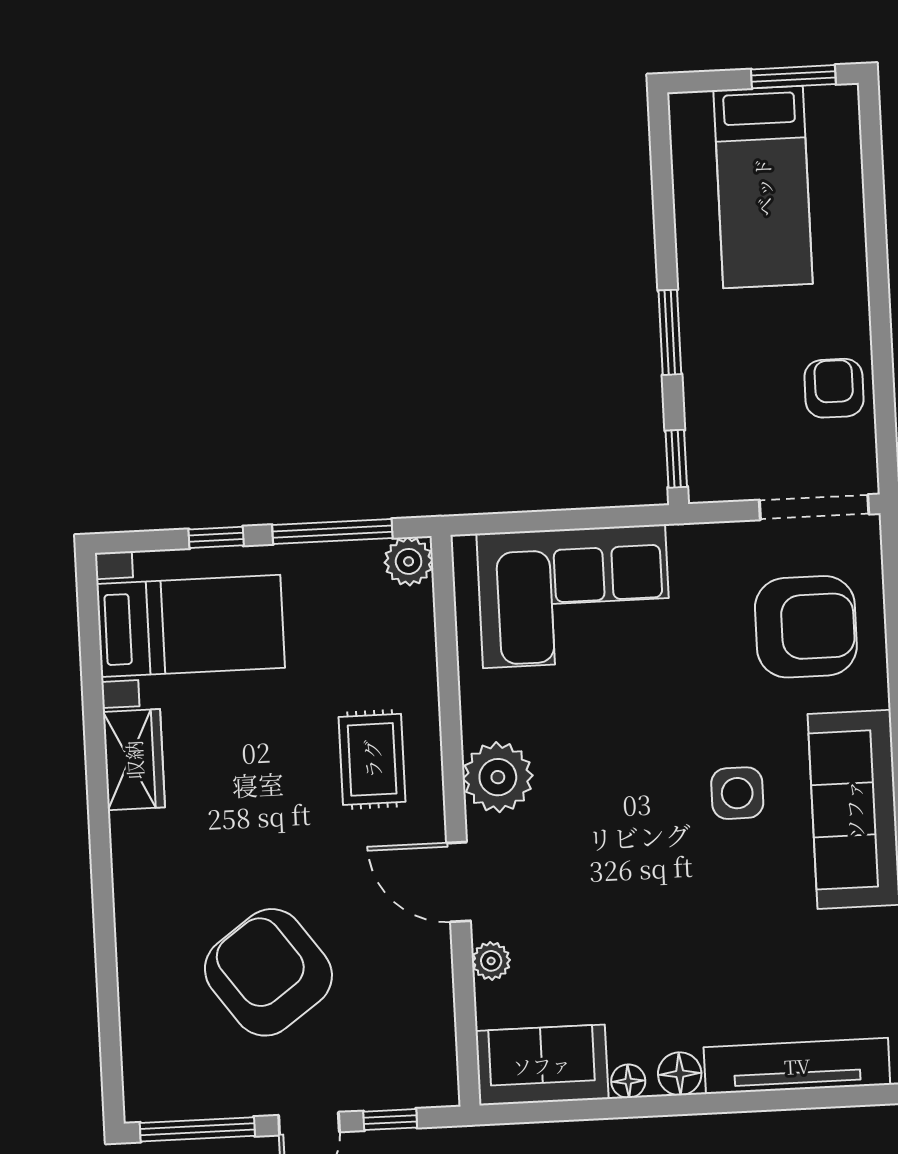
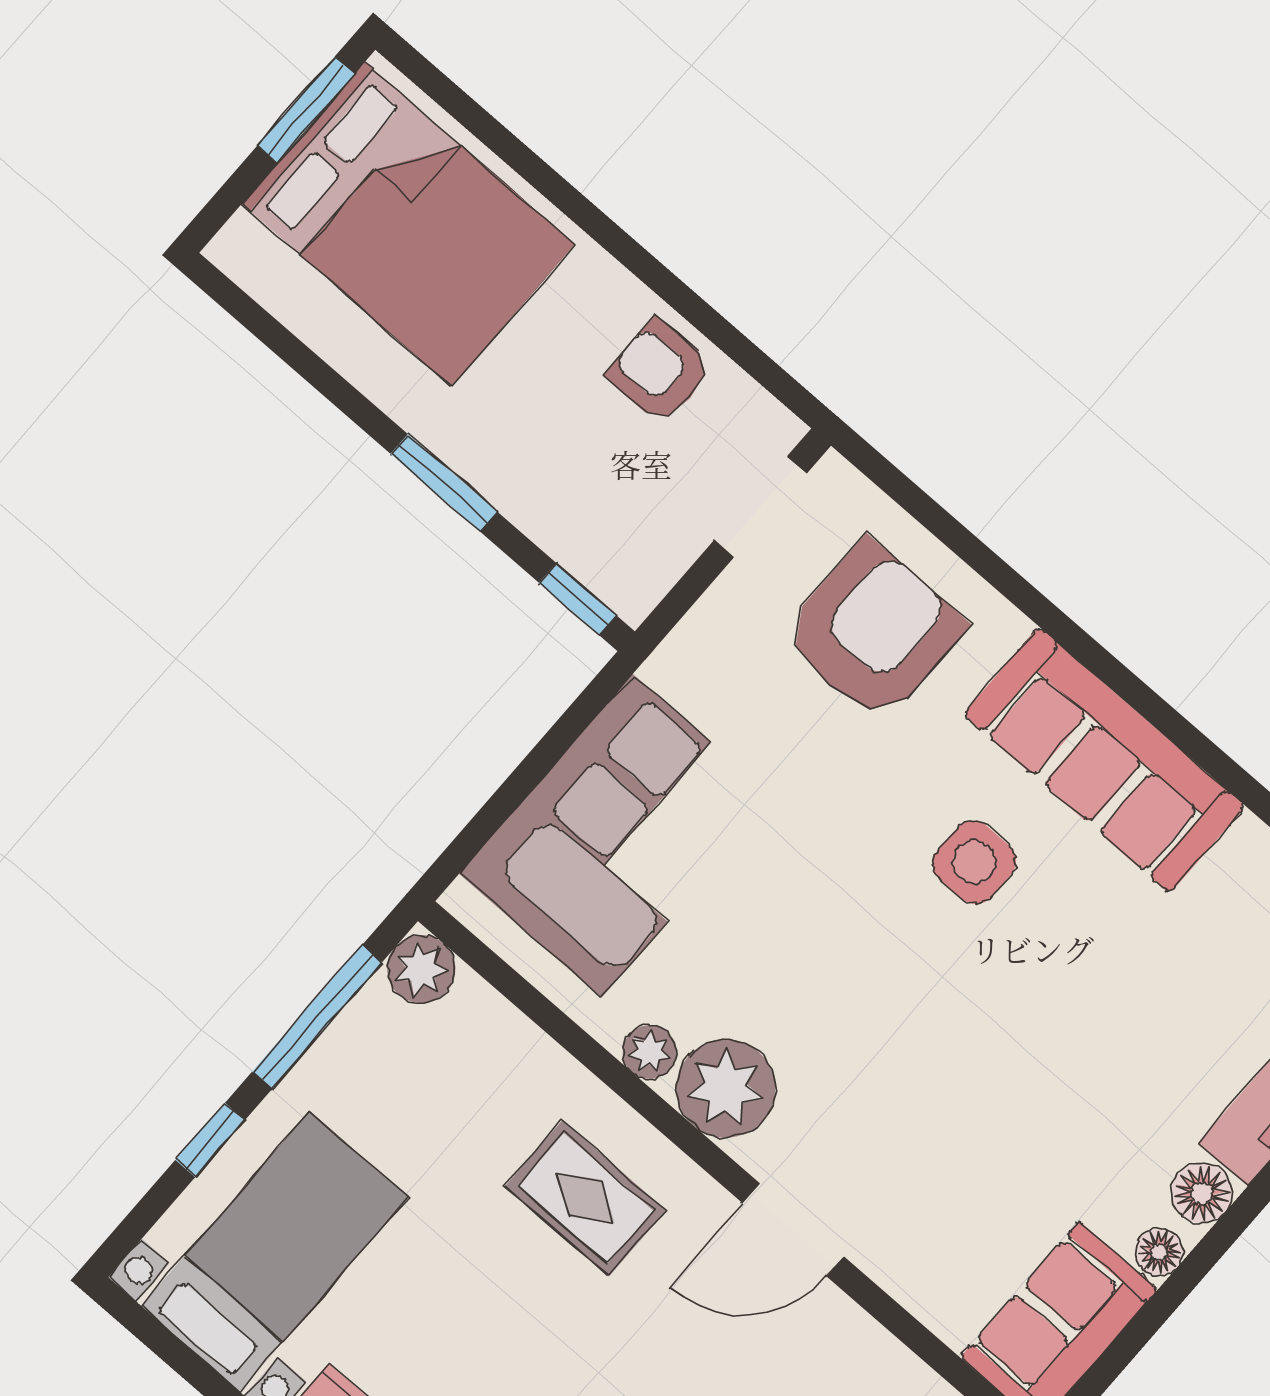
bed: (763, 187) -> (408, 224), width x1.50
doorway: (814, 507) -> (760, 507), width x0.73
plant: (491, 961) -> (650, 1052), moved

